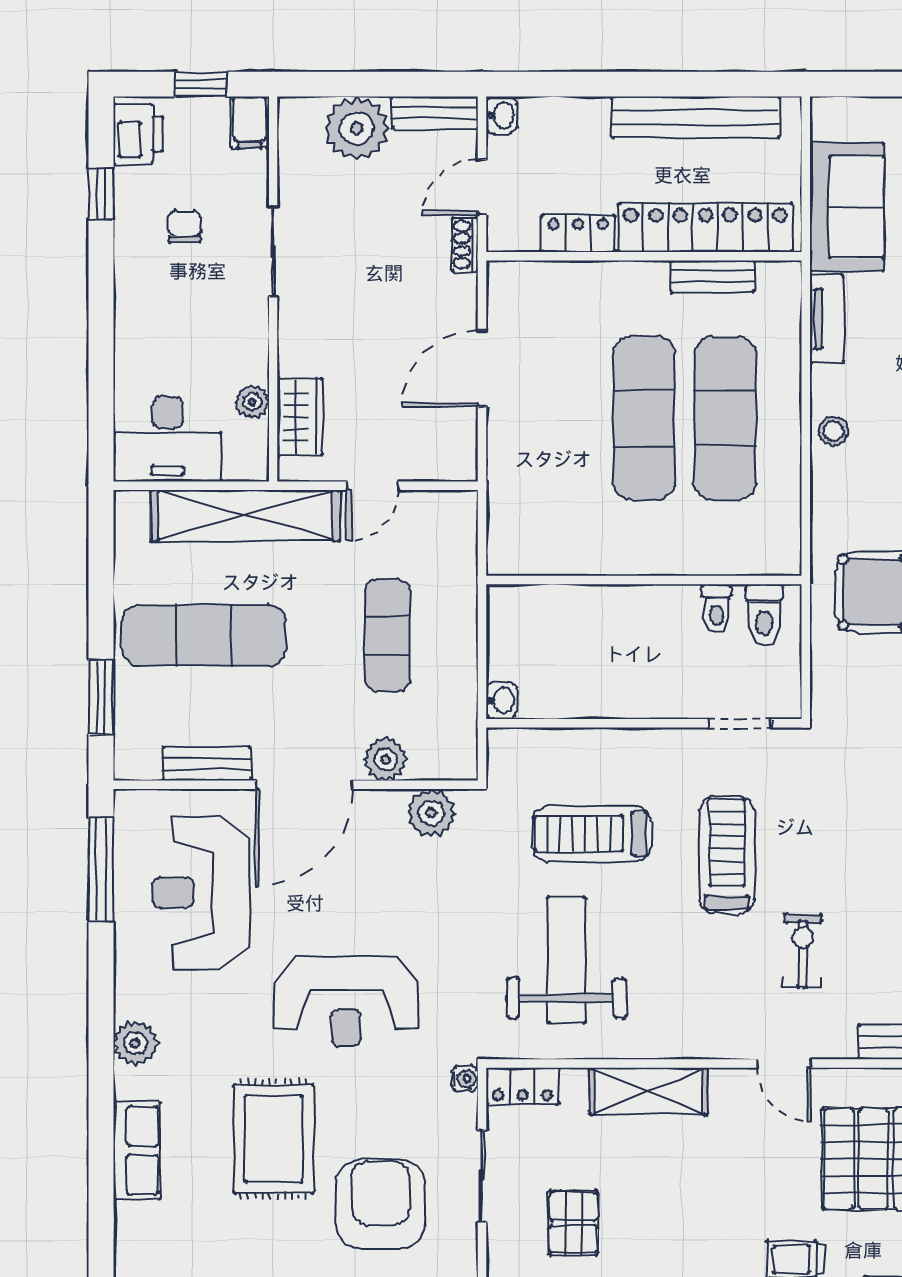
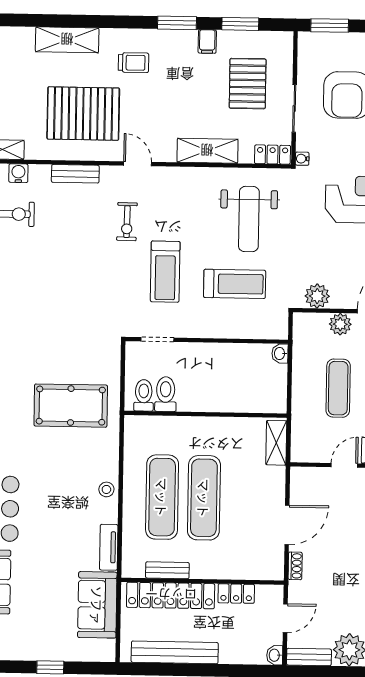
shoe rack: (465, 244) -> (295, 566), moved
shelving: (506, 527) -> (276, 443), added
toilet: (716, 608) -> (166, 394), width x1.37, depth x1.39
pallet: (573, 1223) -> (248, 84), width x1.50, depth x1.42

